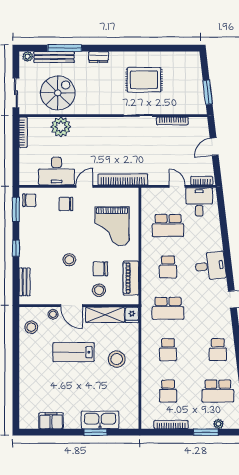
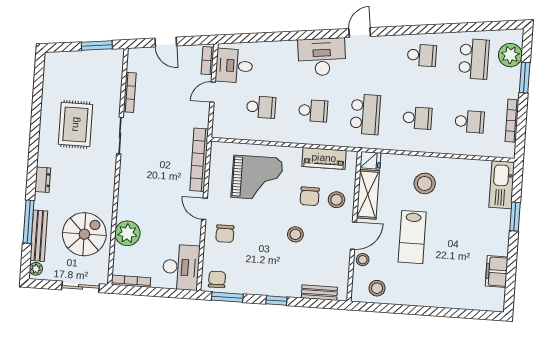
spiral stairs: (58, 93) -> (84, 234), turned 90
desk: (56, 171) -> (181, 267), moved
school desk: (168, 226) -> (261, 107), width x0.54
desk: (210, 266) -> (322, 57), width x1.37
kitchen sink: (100, 420) -> (502, 185), moved
plant: (219, 424) -> (510, 55), width x1.88, depth x1.88

